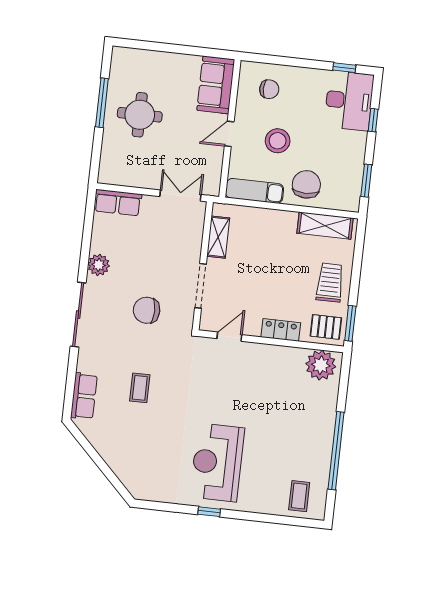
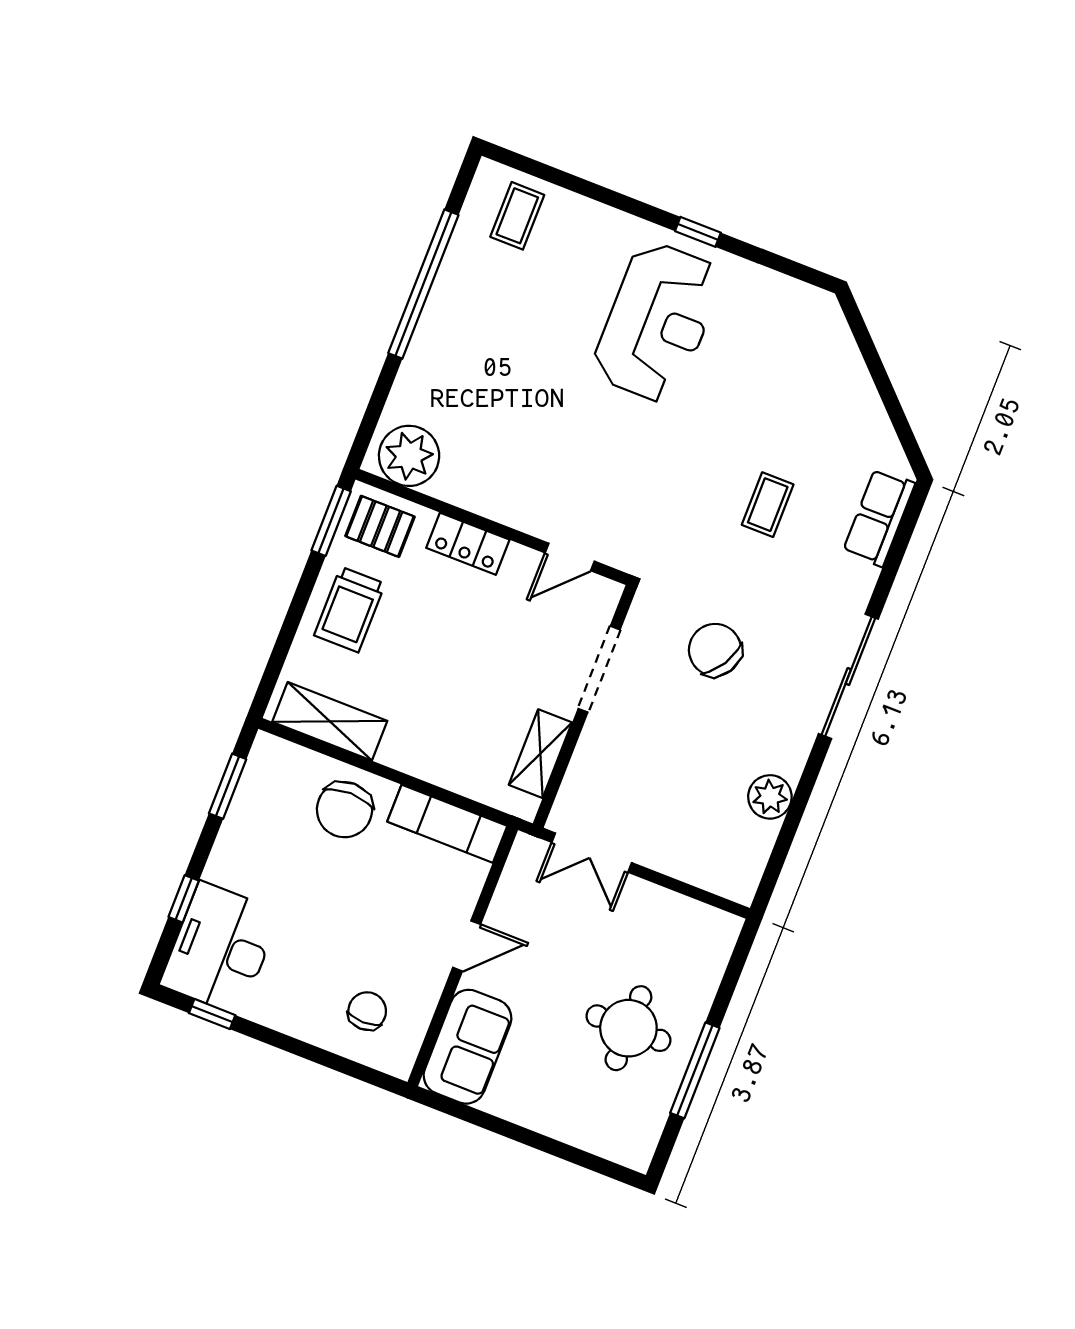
chair: (269, 89) -> (367, 1011), turned 90
stool: (278, 141) -> (377, 908), removed
row of seats: (118, 203) -> (715, 871), removed
plant: (99, 265) -> (770, 797), moved
chair: (147, 310) -> (715, 650), turned -149

